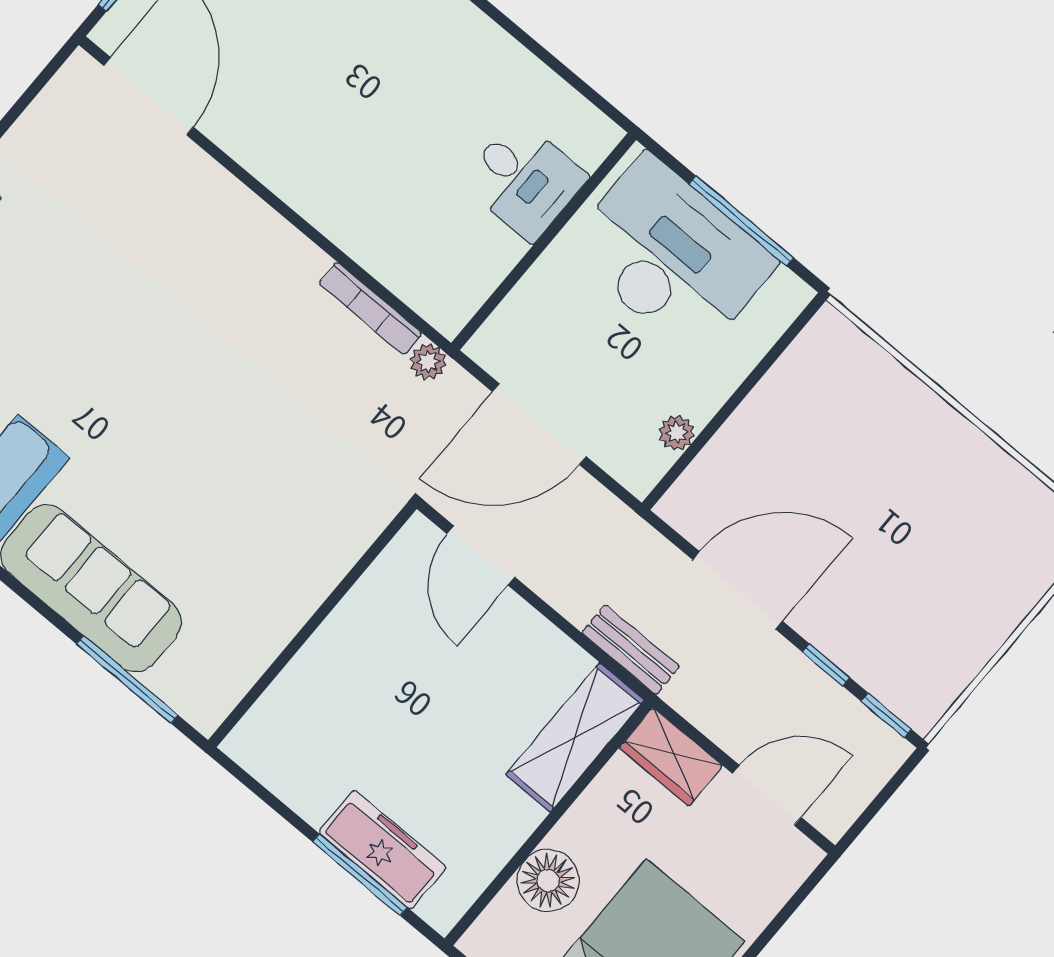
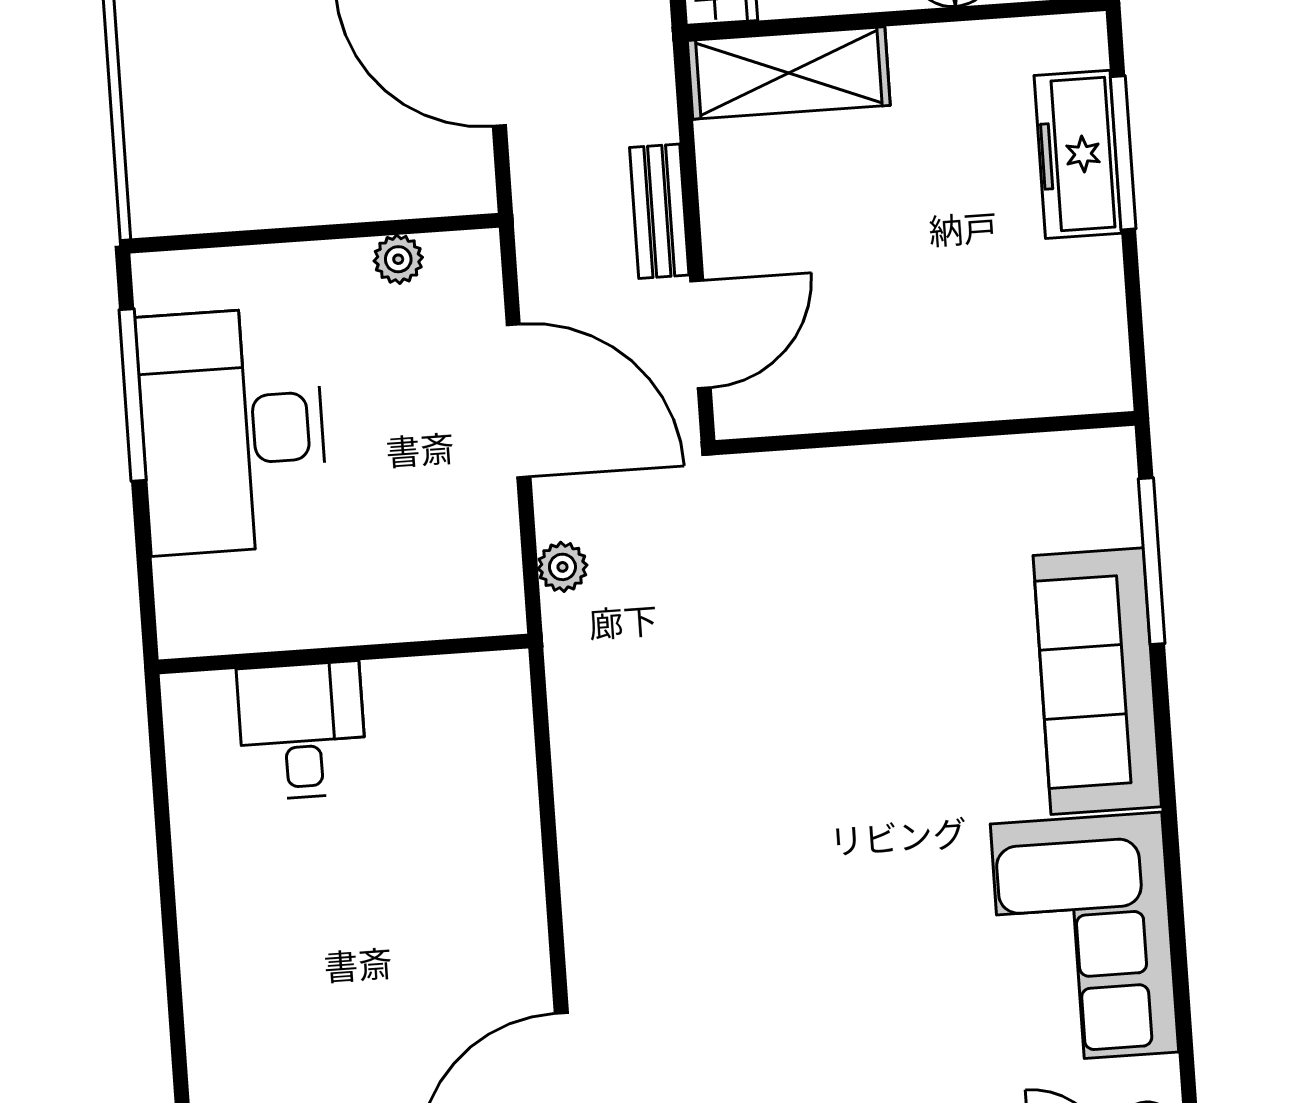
desk: (524, 180) -> (302, 731), moved
wall: (544, 241) -> (343, 654), moved
bookcase: (370, 308) -> (564, 673), removed
bench: (631, 650) -> (659, 211), moved

